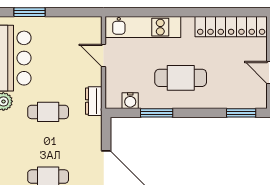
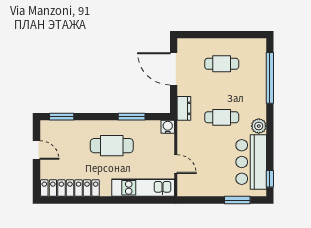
dresser: (94, 101) -> (184, 108), moved
water cooler: (130, 101) -> (168, 127), moved

